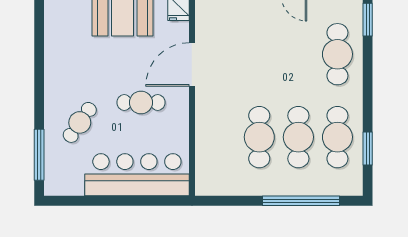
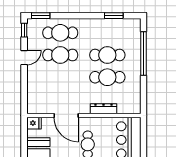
dresser: (204, 130) -> (104, 109), added
cafe table: (337, 137) -> (60, 55), moved

